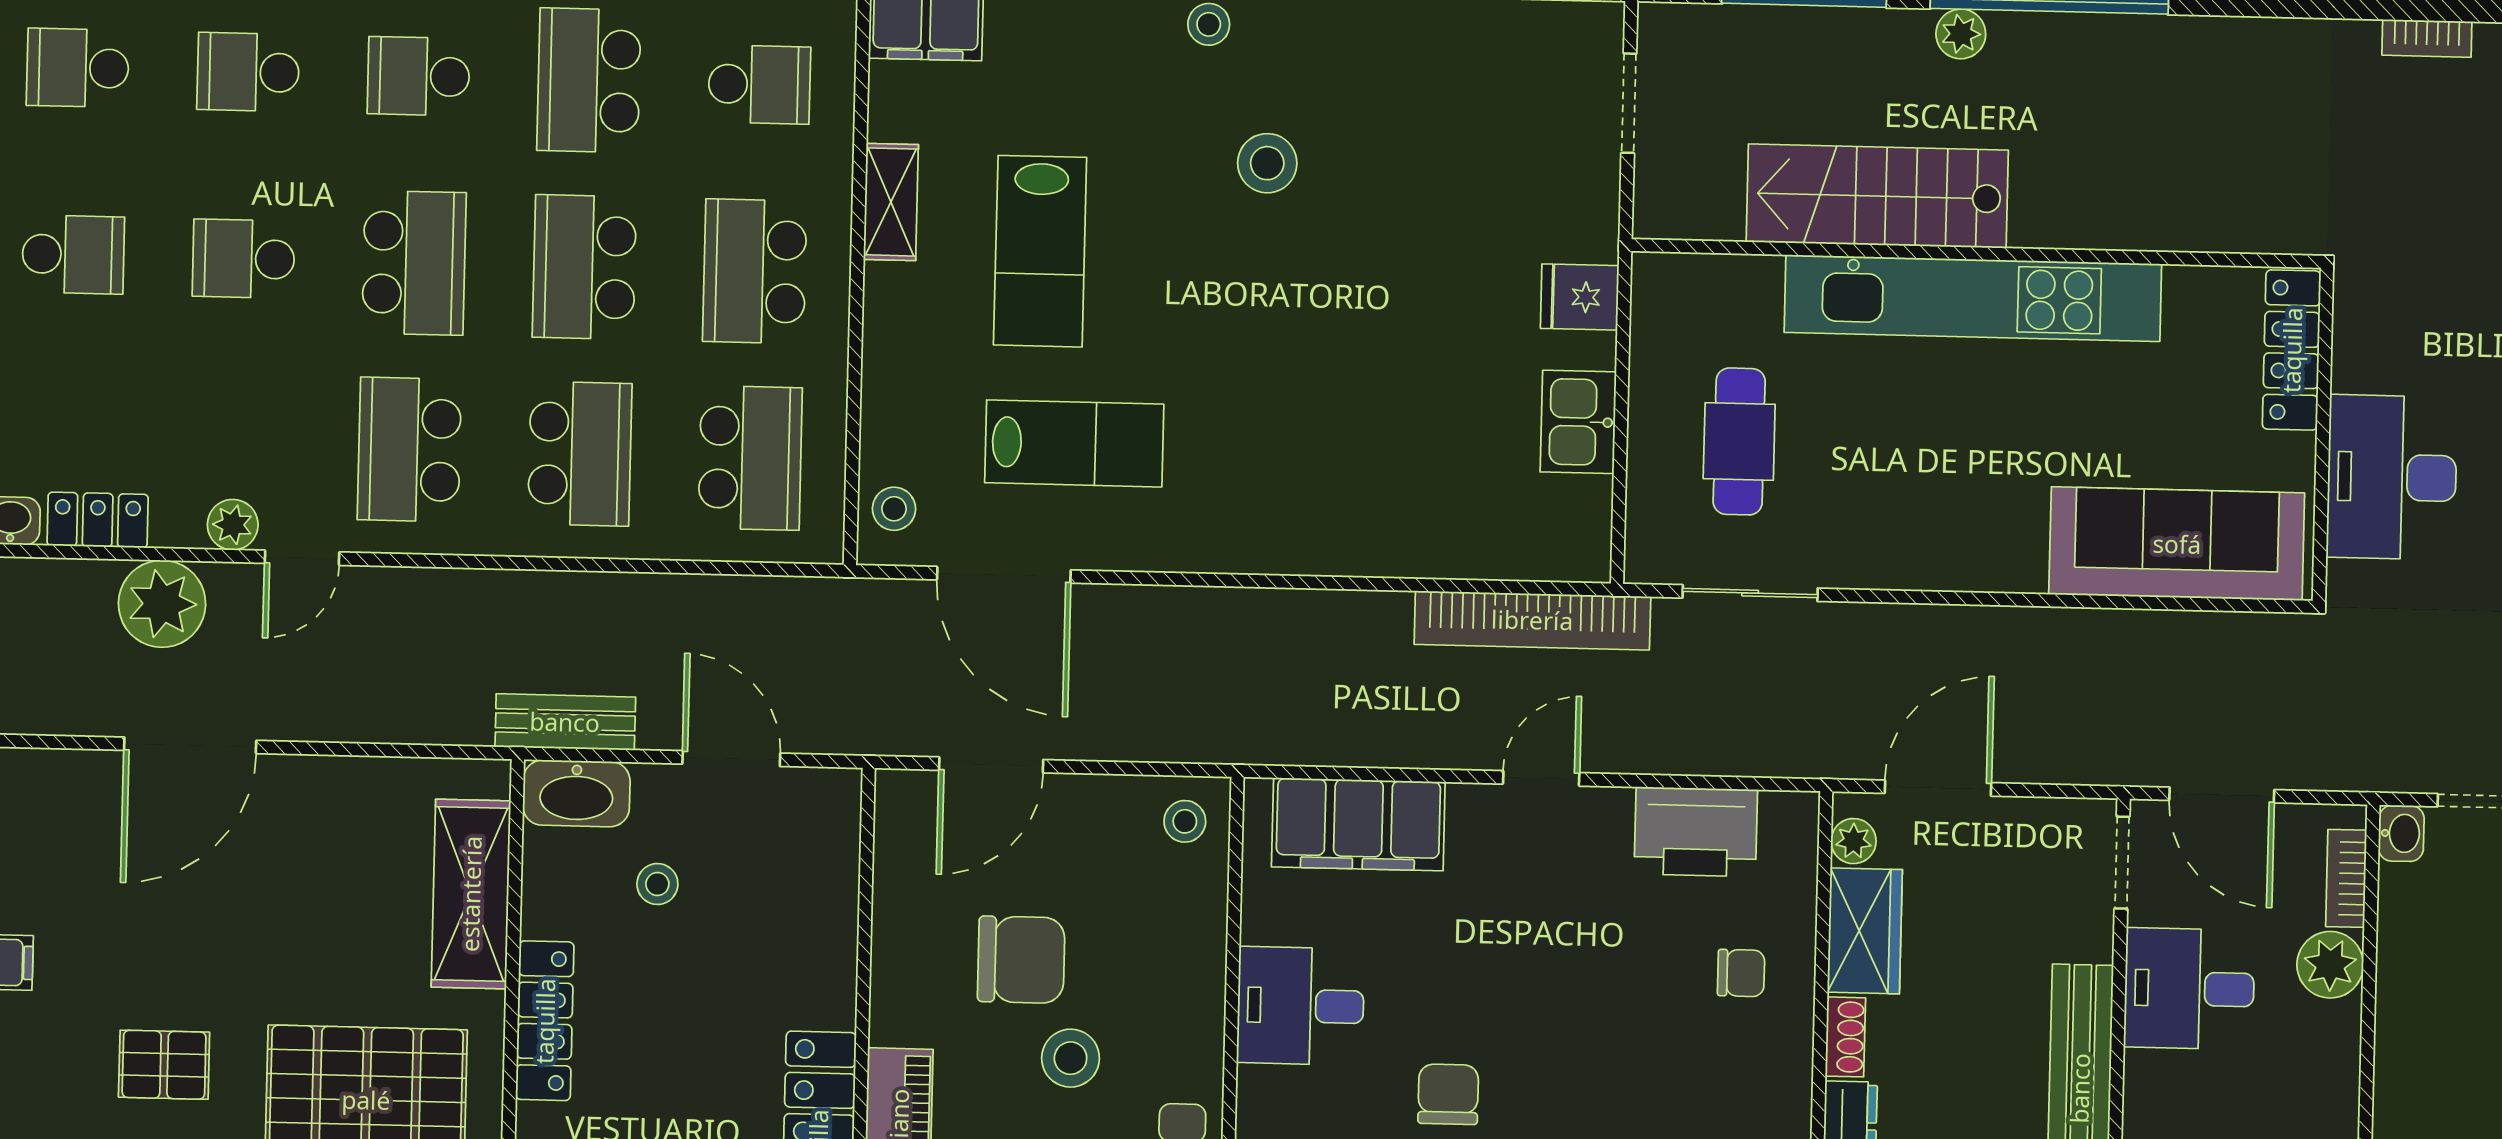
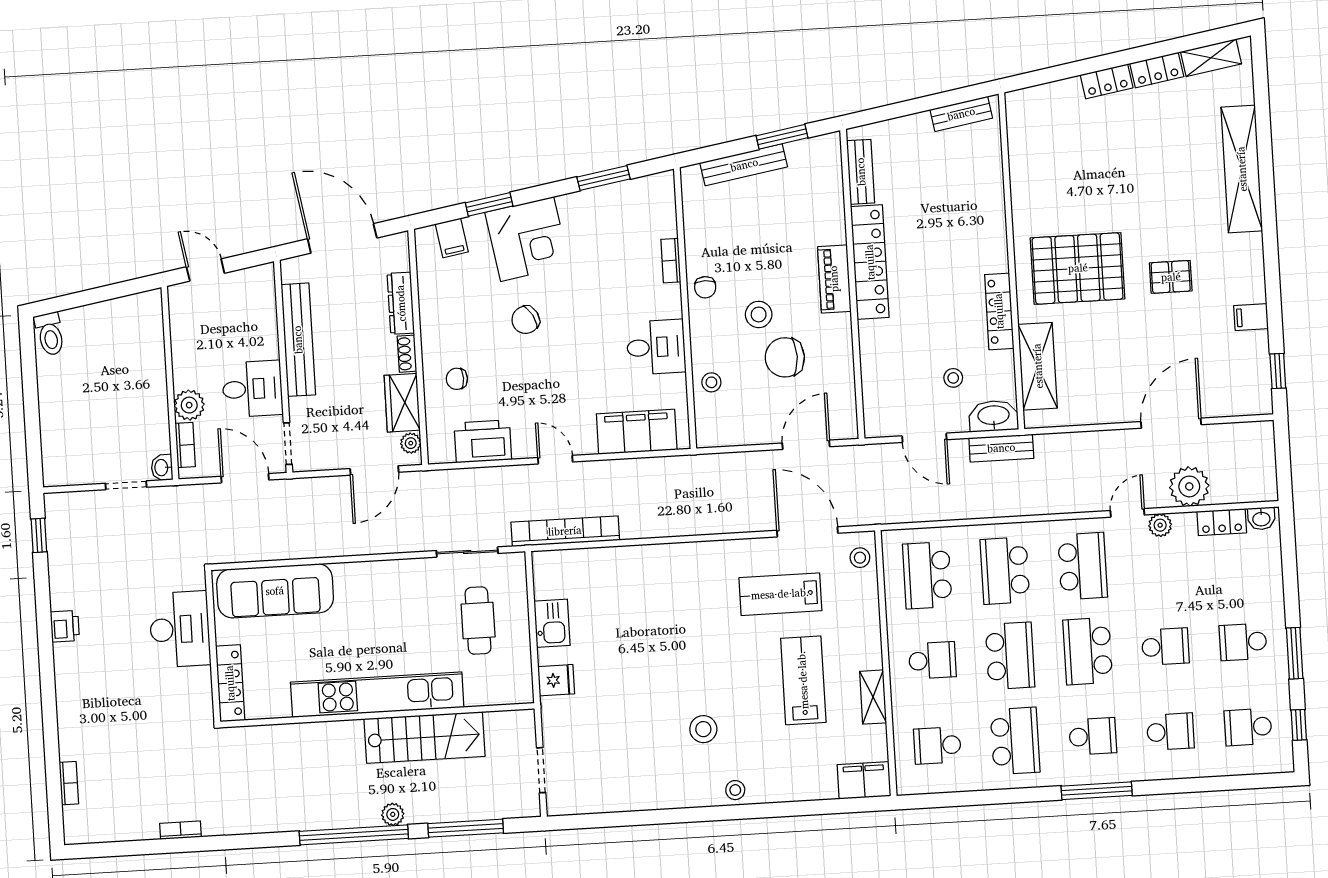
school desk: (78, 68) -> (1248, 727), turned 180
school desk: (755, 271) -> (932, 660), width x0.54
door: (1541, 778) -> (555, 460), swing flipped
stool: (1185, 821) -> (711, 382), moved
chair: (1448, 1094) -> (526, 320), moved, turned 61

